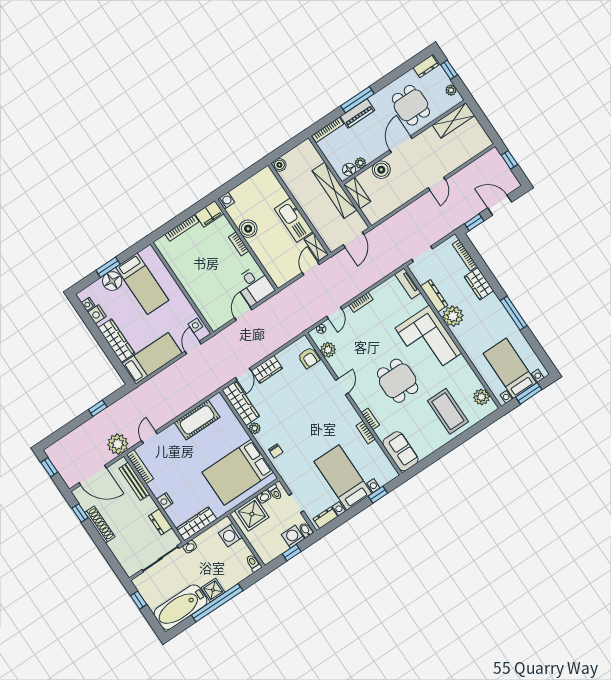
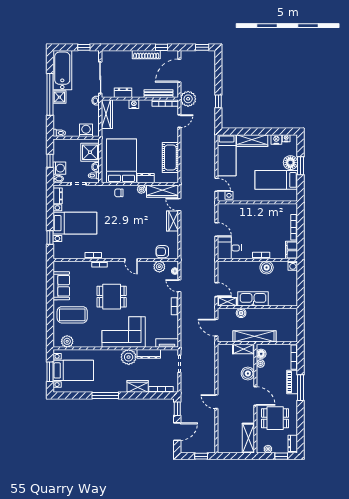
boiler: (279, 165) -> (241, 313), moved
dresser: (239, 432) -> (146, 178), added
door: (149, 437) -> (179, 121), hinge flipped
sofa: (400, 451) -> (61, 286), moved, turned -90

